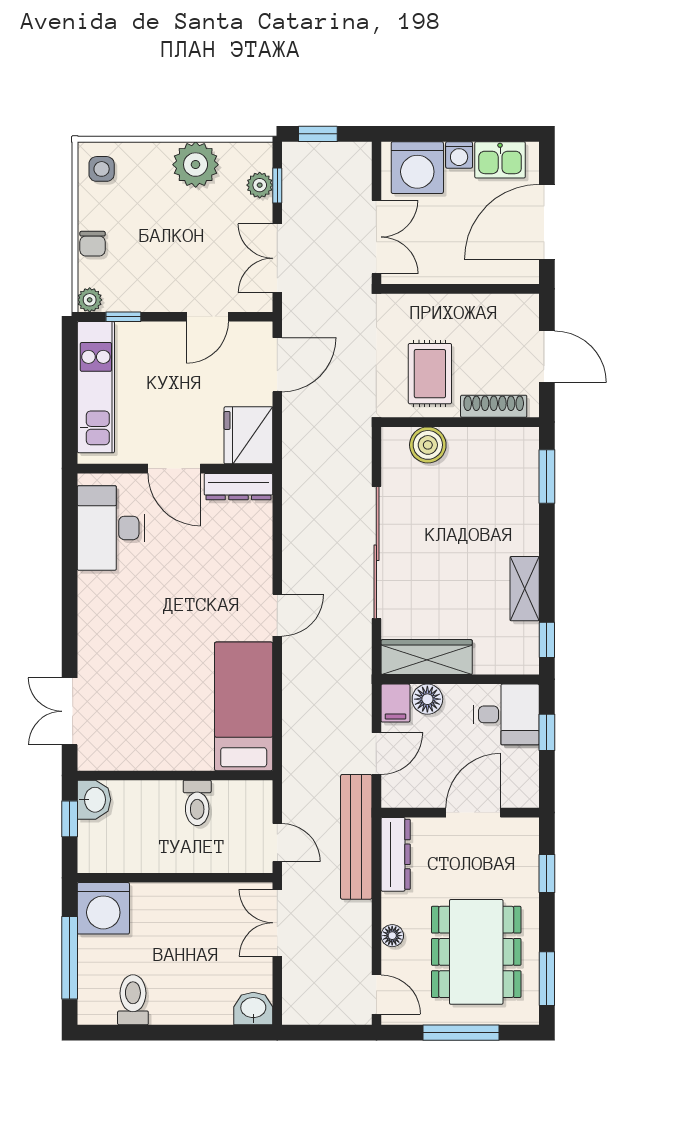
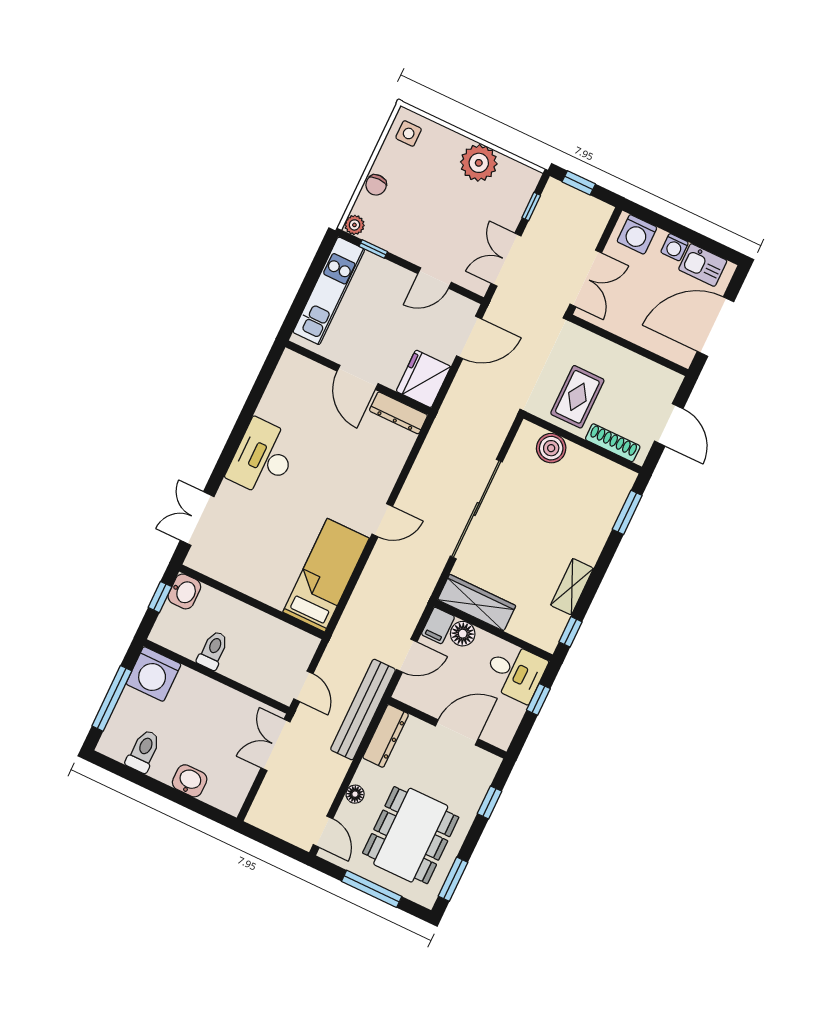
washing machine: (417, 168) -> (637, 234), width x0.73, depth x0.73
plant: (260, 185) -> (518, 200), removed
desk: (111, 528) -> (263, 458), moved
toilet: (197, 803) -> (213, 650), moved, turned 180
washbasin: (253, 1009) -> (190, 781), moved

